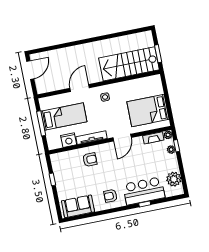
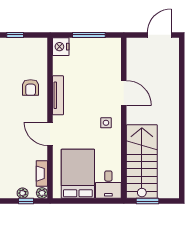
door: (30, 70) -> (159, 35), swing flipped
desk: (152, 86) -> (108, 185), added
bed: (64, 117) -> (92, 66), removed
nightstand: (69, 140) -> (61, 47), moved

